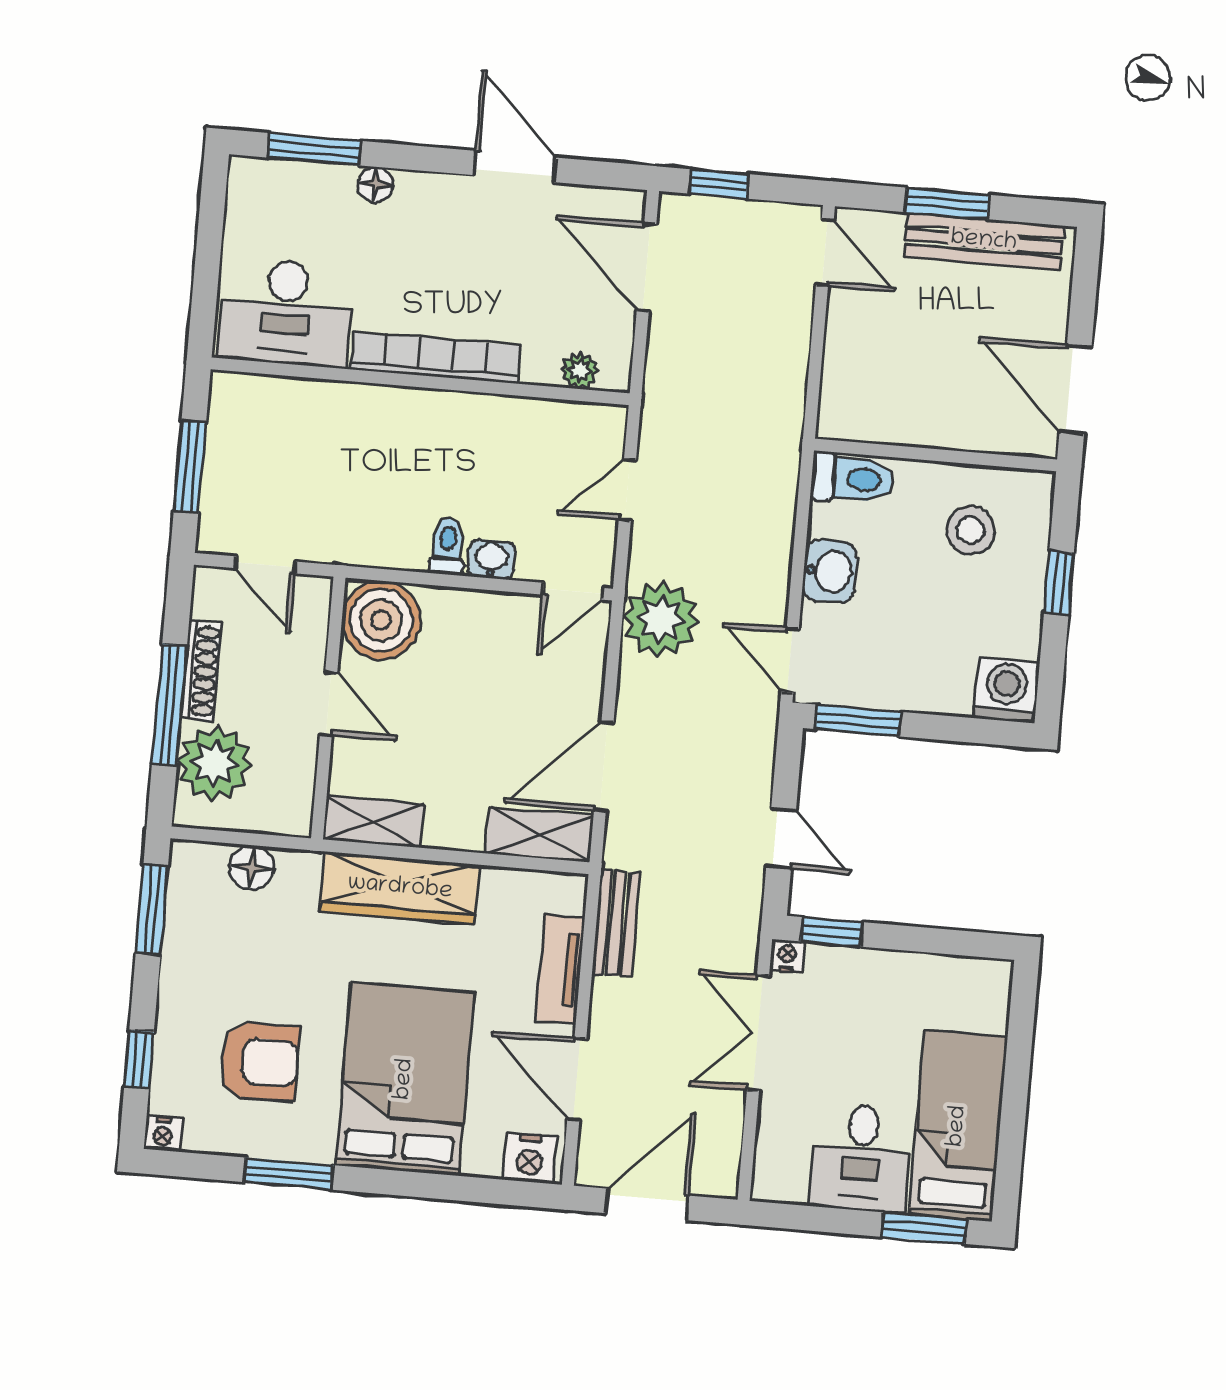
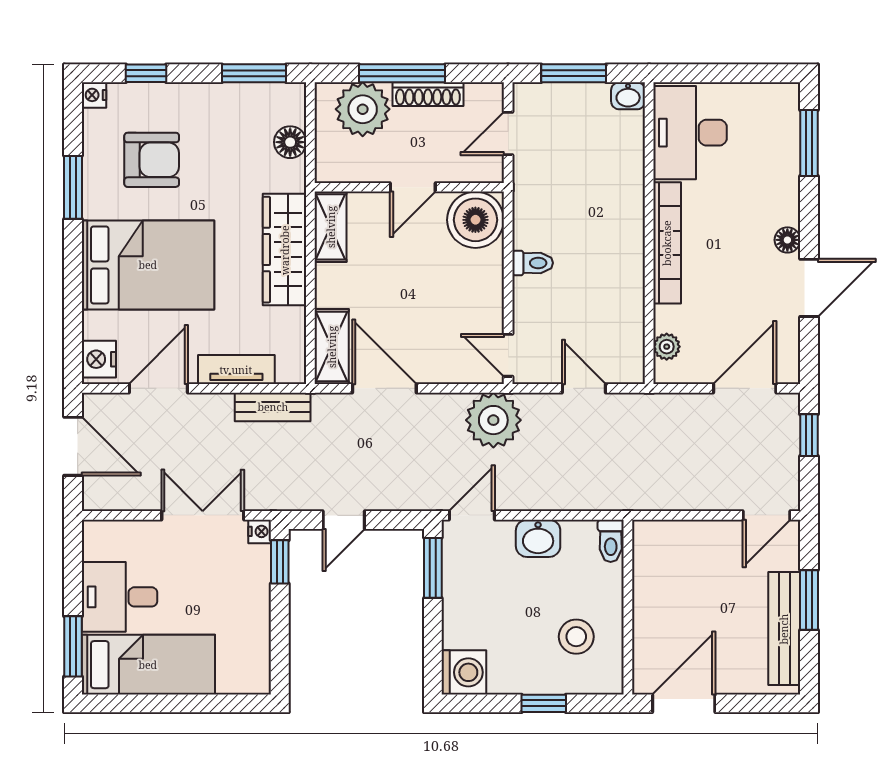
floor lamp: (375, 185) -> (787, 240), moved
toilet: (852, 479) -> (611, 541), width x0.73, depth x0.72
washbasin: (491, 559) -> (628, 96), moved, turned 90
armchair: (260, 1062) -> (152, 160), turned -90

